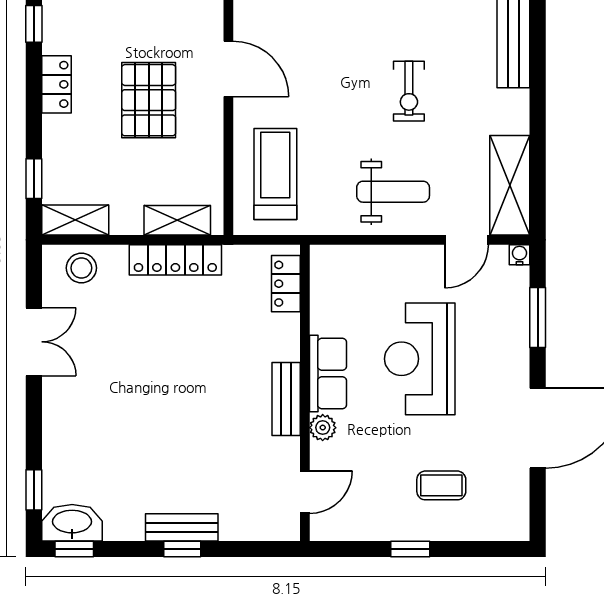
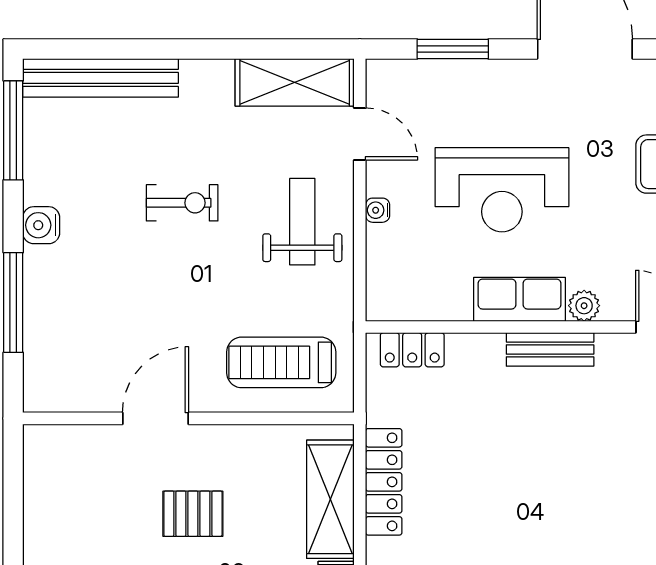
pallet: (149, 100) -> (193, 514), width x0.67, depth x0.71
shelving: (177, 220) -> (330, 499), width x1.50, depth x1.33
water cooler: (519, 255) -> (378, 210), moved

